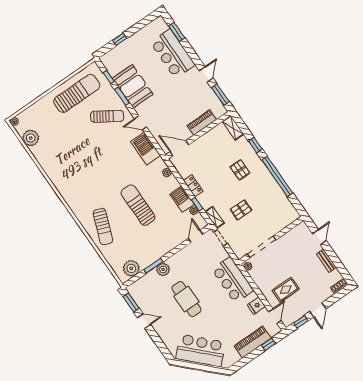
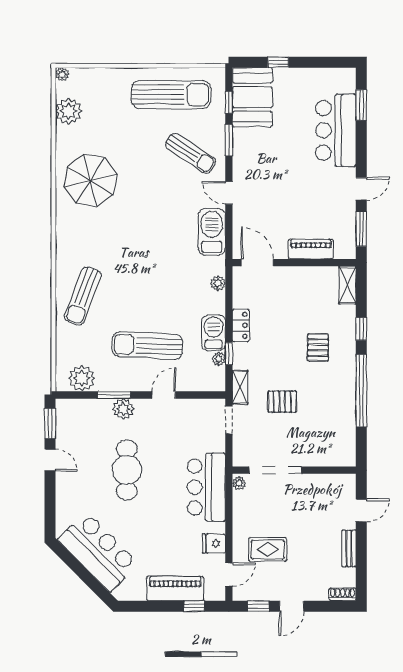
booth: (133, 86) -> (252, 97), moved
parasol: (66, 165) -> (90, 180), added
sun lounger: (138, 205) -> (147, 346), moved, turned -87
door: (196, 236) -> (164, 395), moved

